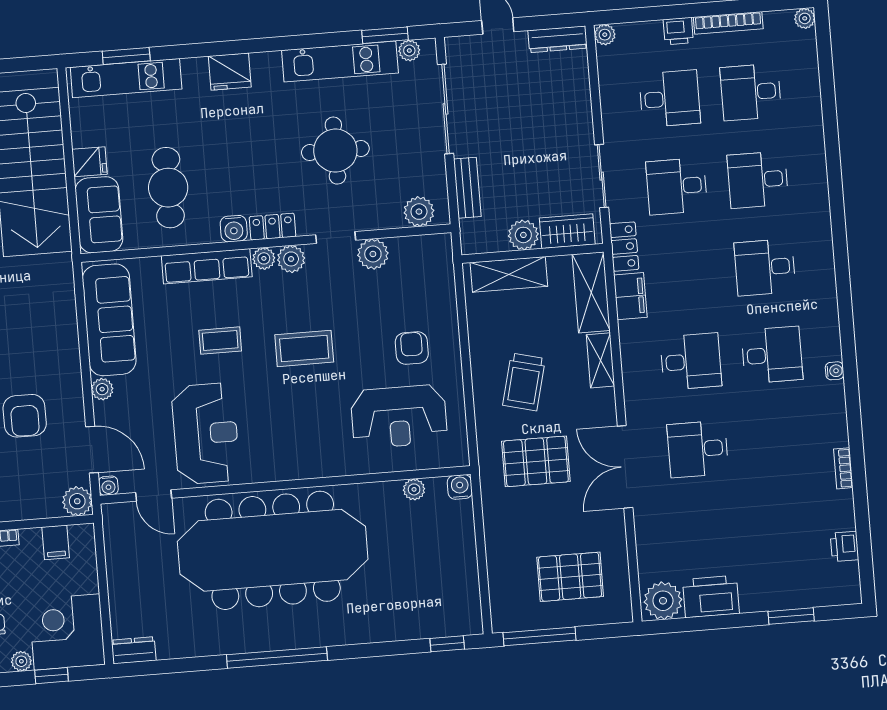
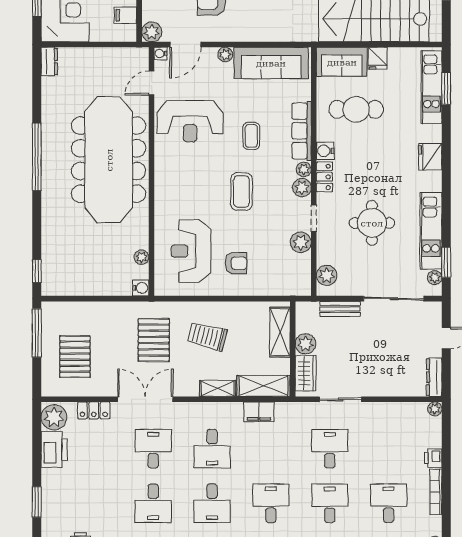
desk: (670, 99) -> (153, 503), moved
locker: (624, 247) -> (94, 410), moved

